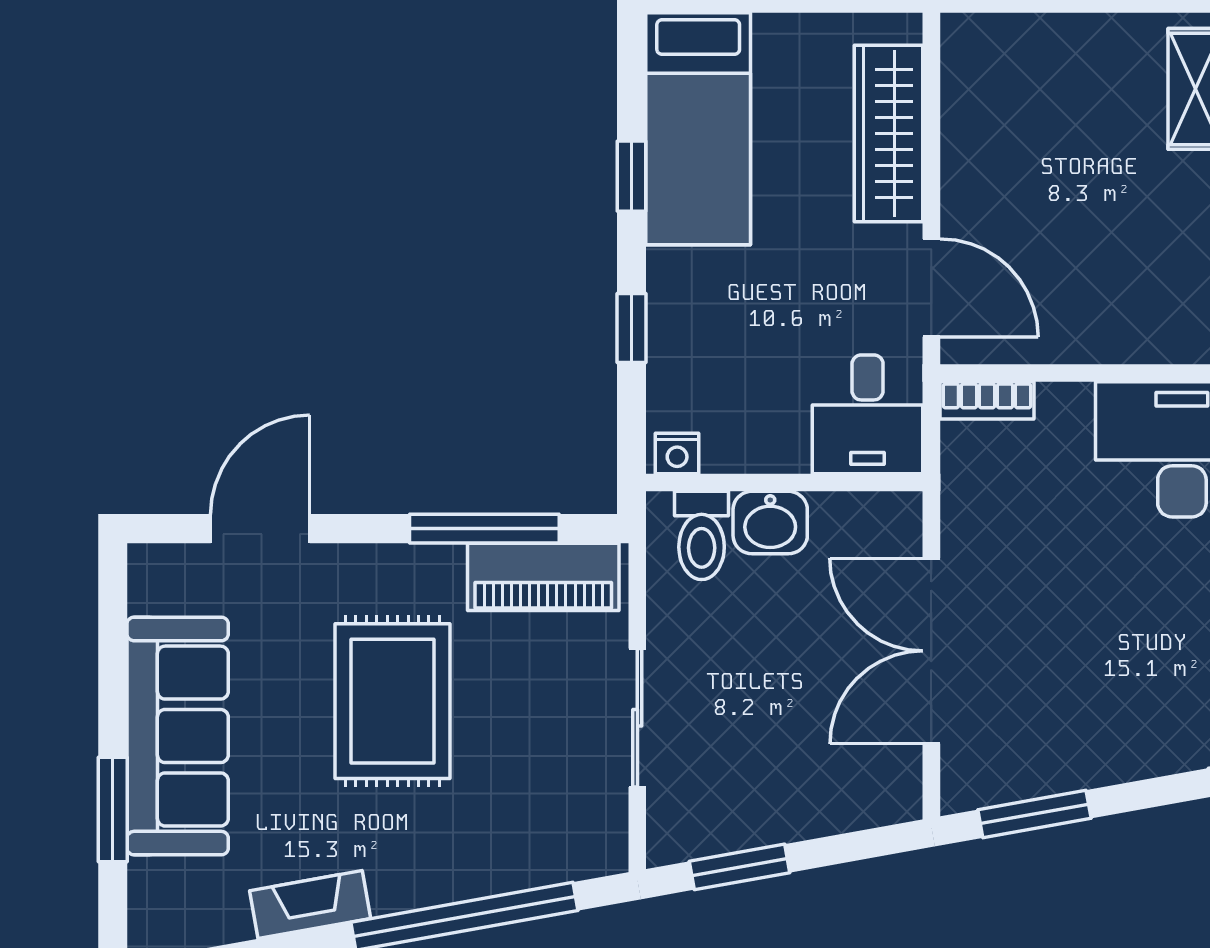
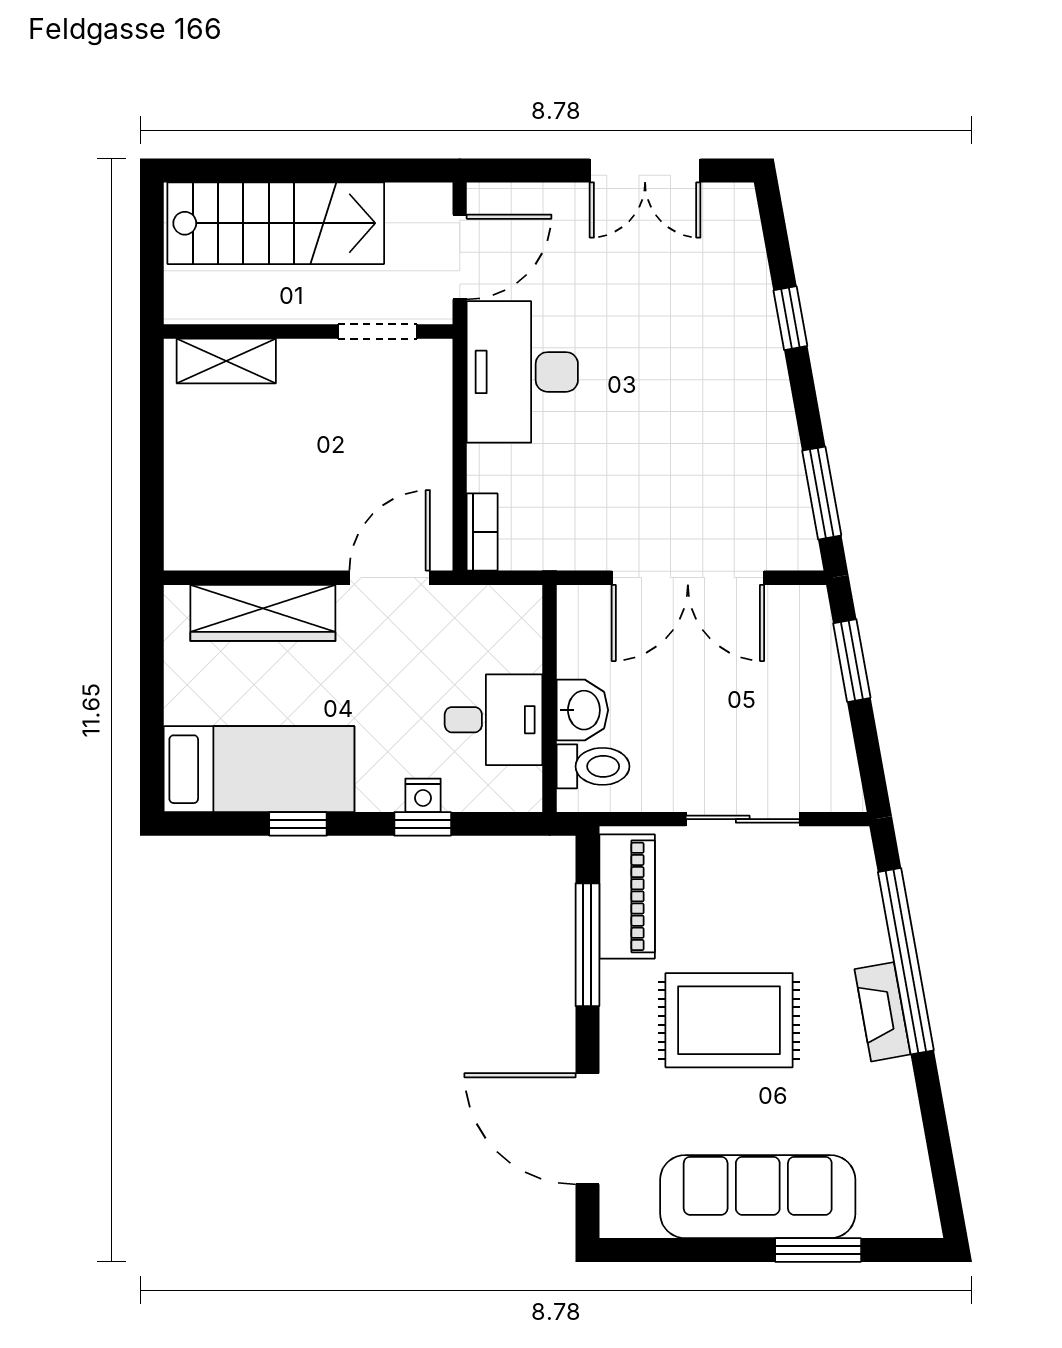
desk: (868, 414) -> (494, 720), moved
nightstand: (677, 454) -> (423, 795), moved, turned 90
door: (260, 529) -> (587, 1129), width x1.36
window: (740, 867) -> (852, 661), moved
fireplace: (310, 905) -> (882, 1012), moved

